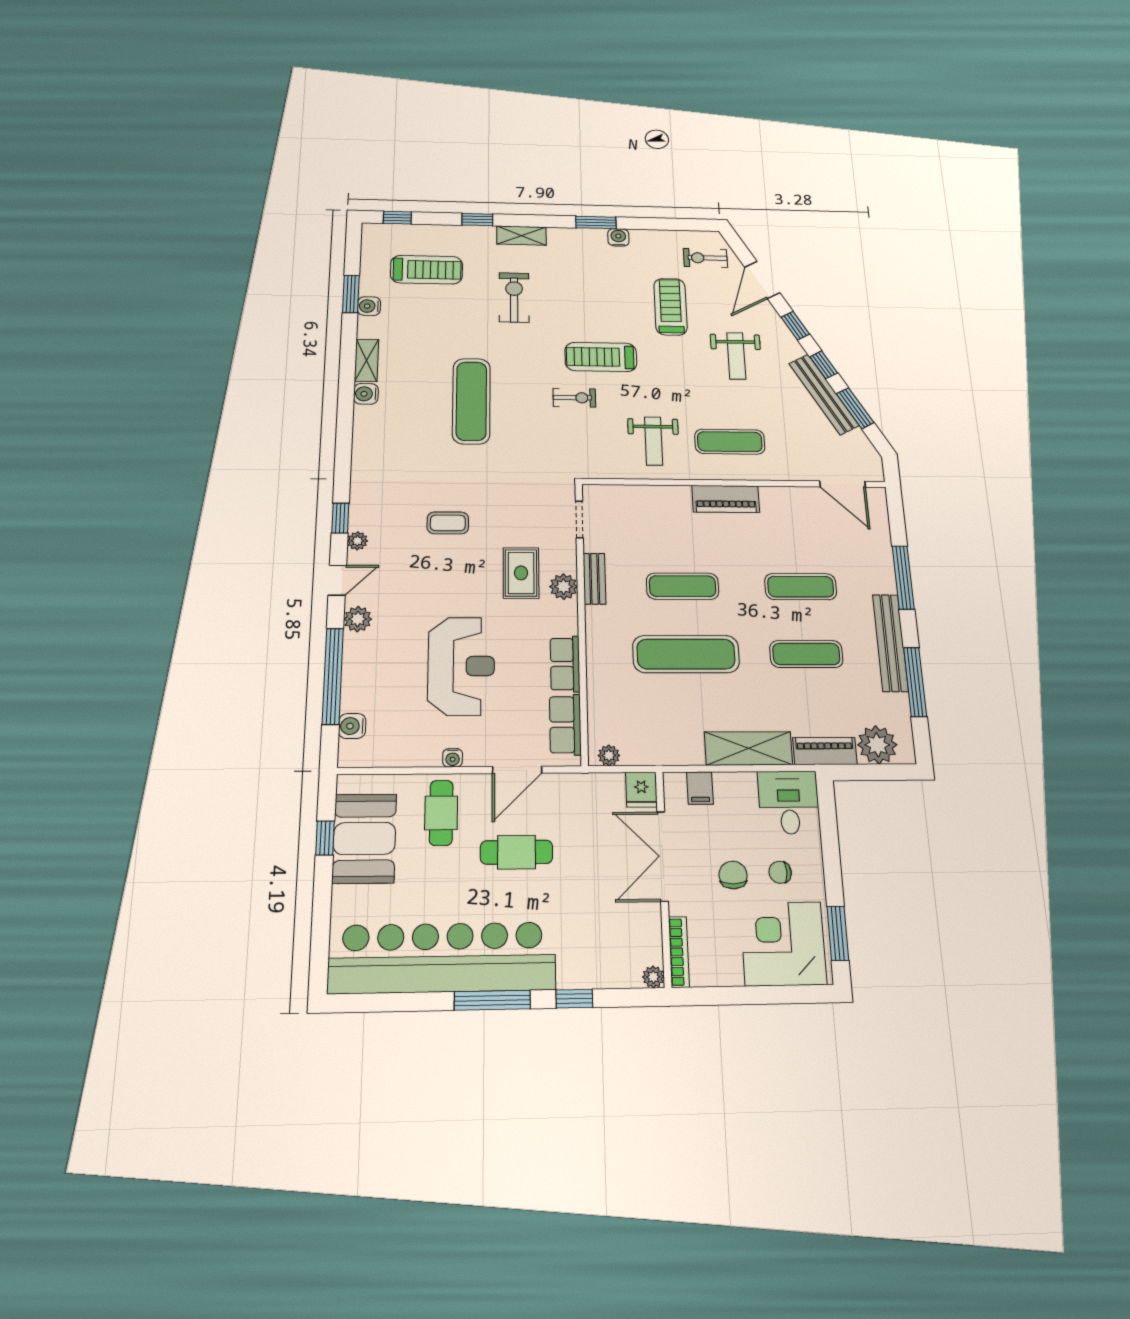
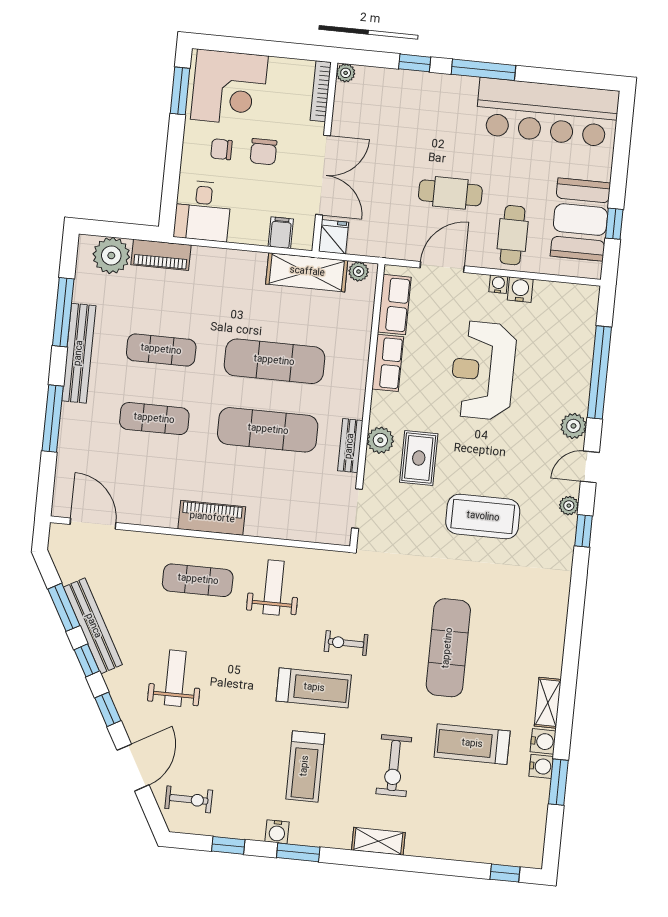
window: (477, 220) -> (228, 845), moved
treadmill: (427, 270) -> (472, 744), moved
treadmill: (670, 307) -> (305, 766), moved
water cooler: (366, 394) -> (543, 741), moved
coffee table: (448, 523) -> (483, 517), width x1.86, depth x1.72
exercise mat: (683, 586) -> (268, 430), width x1.36, depth x1.45
water cooler: (352, 726) -> (520, 290), moved, turned -90
shelving: (748, 748) -> (307, 272), moved
chair: (780, 872) -> (221, 149), turned 180
bar counter: (442, 958) -> (547, 112), width x0.73

